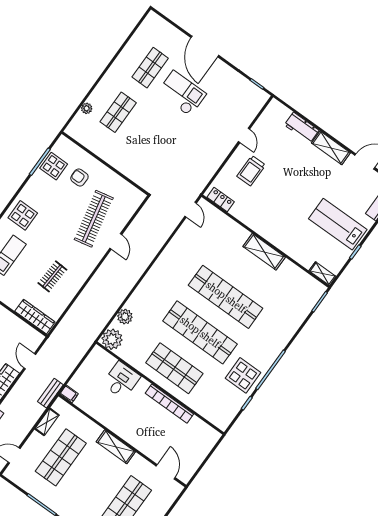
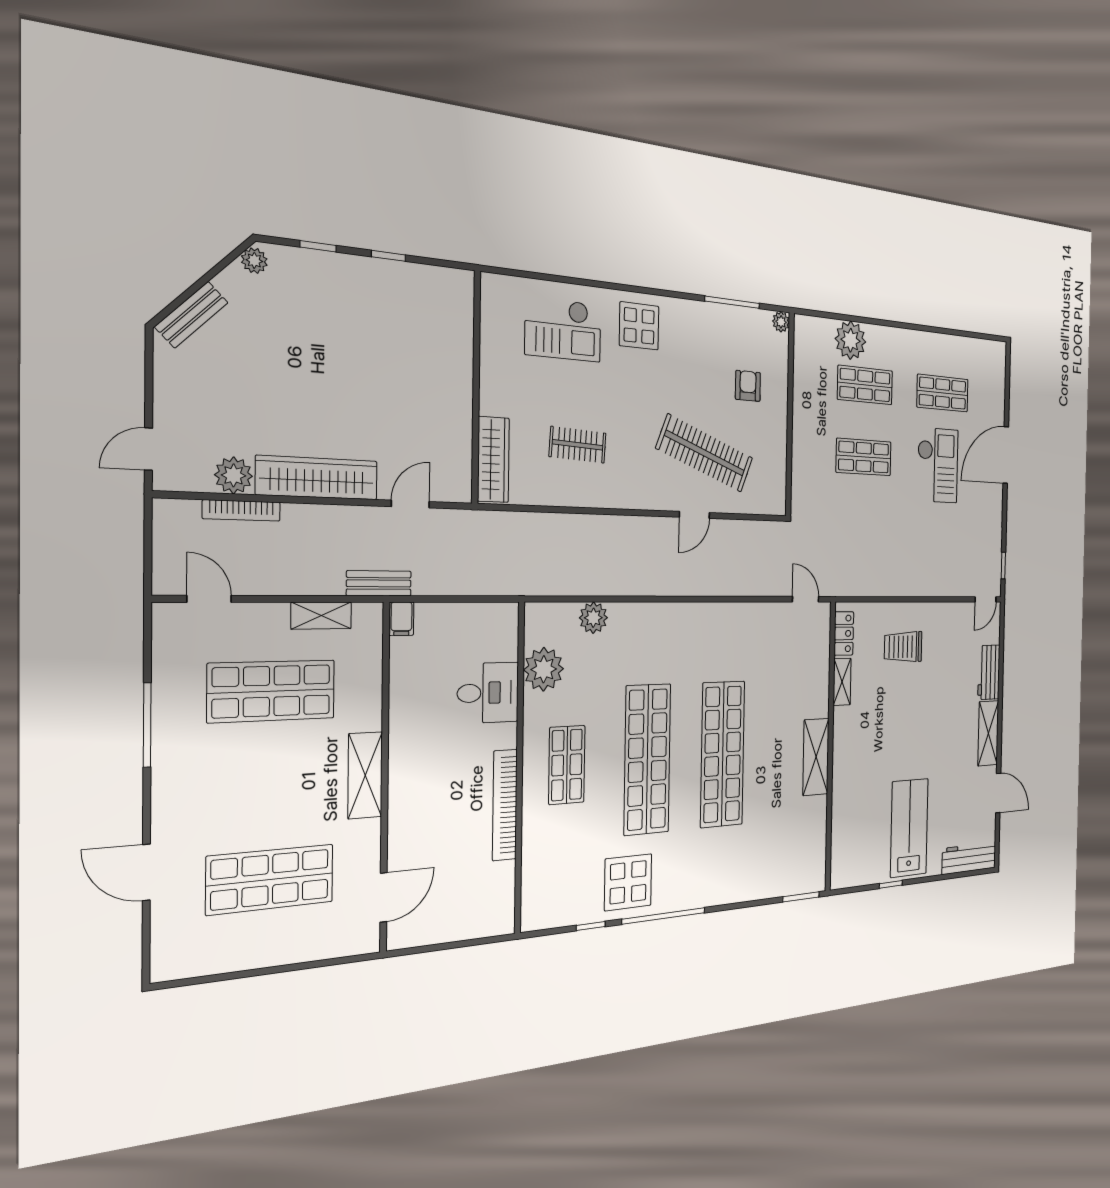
plant: (87, 108) -> (851, 340), width x1.87, depth x1.87
shop shelf: (150, 135) -> (864, 457), added
door: (244, 135) -> (986, 599), moved
plant: (63, 141) -> (781, 322), added
display table: (54, 166) -> (739, 331), removed
door: (191, 210) -> (806, 599), swing flipped
clothes rail: (94, 219) -> (705, 453), turned 33
shelving: (323, 274) -> (842, 682), moved
plant: (112, 339) -> (544, 669), moved
shop shelf: (174, 368) -> (567, 765), width x0.70, depth x0.74

